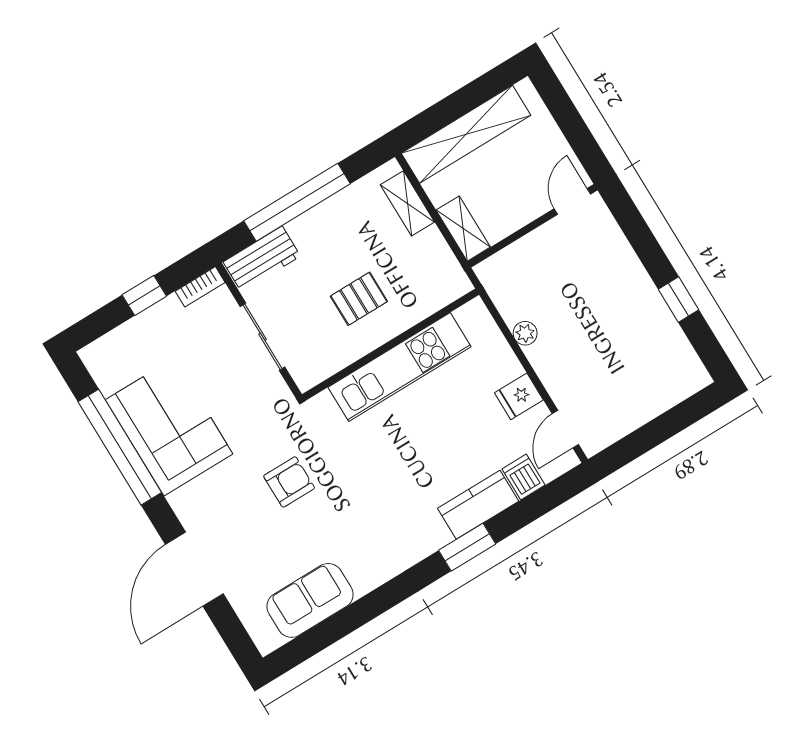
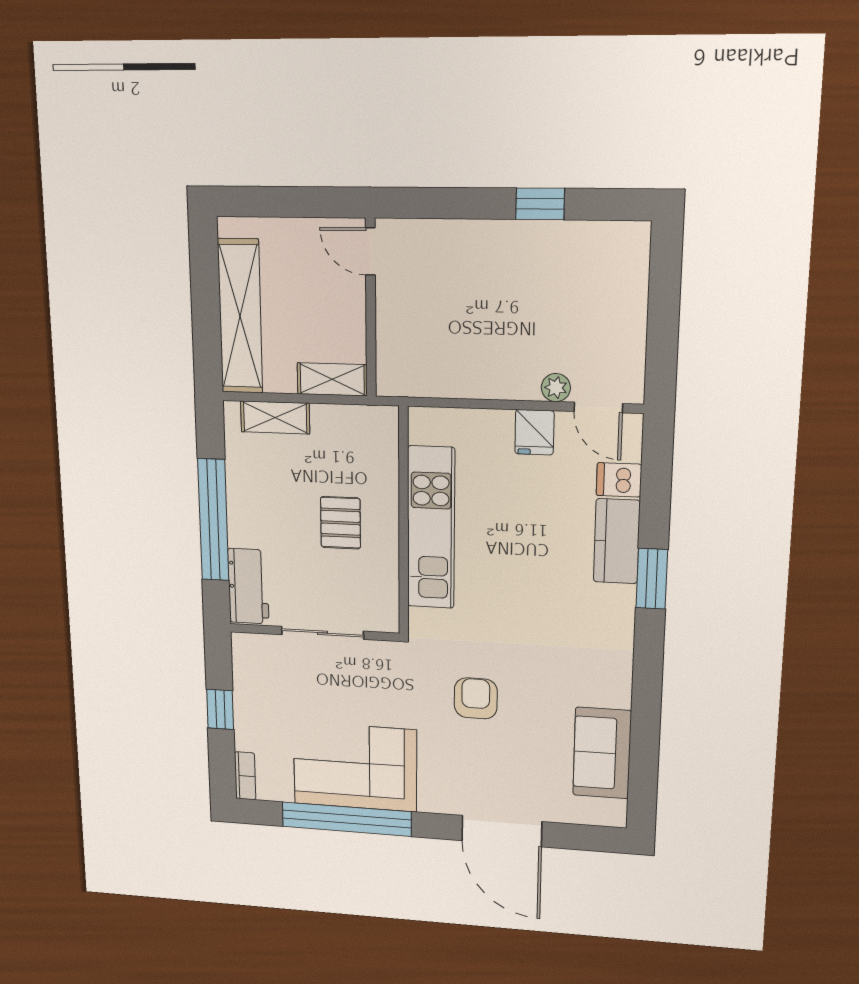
bookcase: (200, 287) -> (245, 776), moved
plant: (525, 333) -> (556, 388), moved

